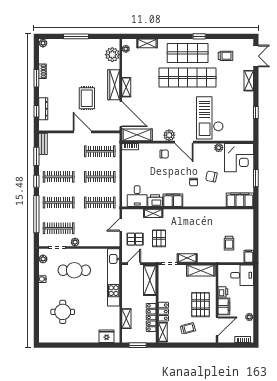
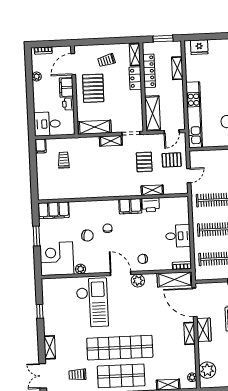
wardrobe: (114, 85) -> (204, 330), width x0.67
desk: (137, 196) -> (178, 236), moved, turned 90

